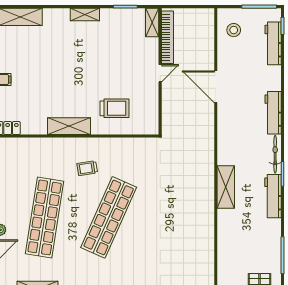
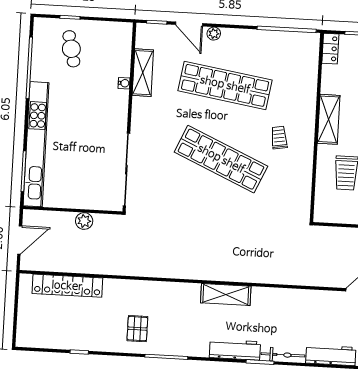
shelving: (226, 187) -> (226, 295), moved

